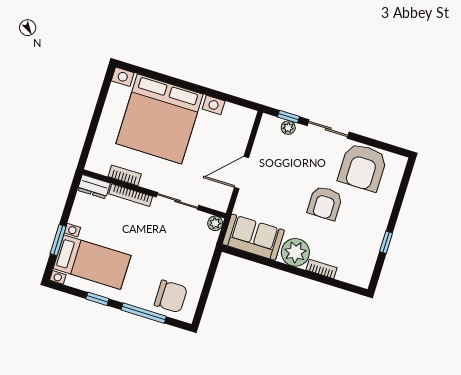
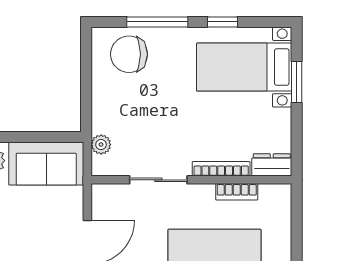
plant: (215, 223) -> (101, 145), moved

